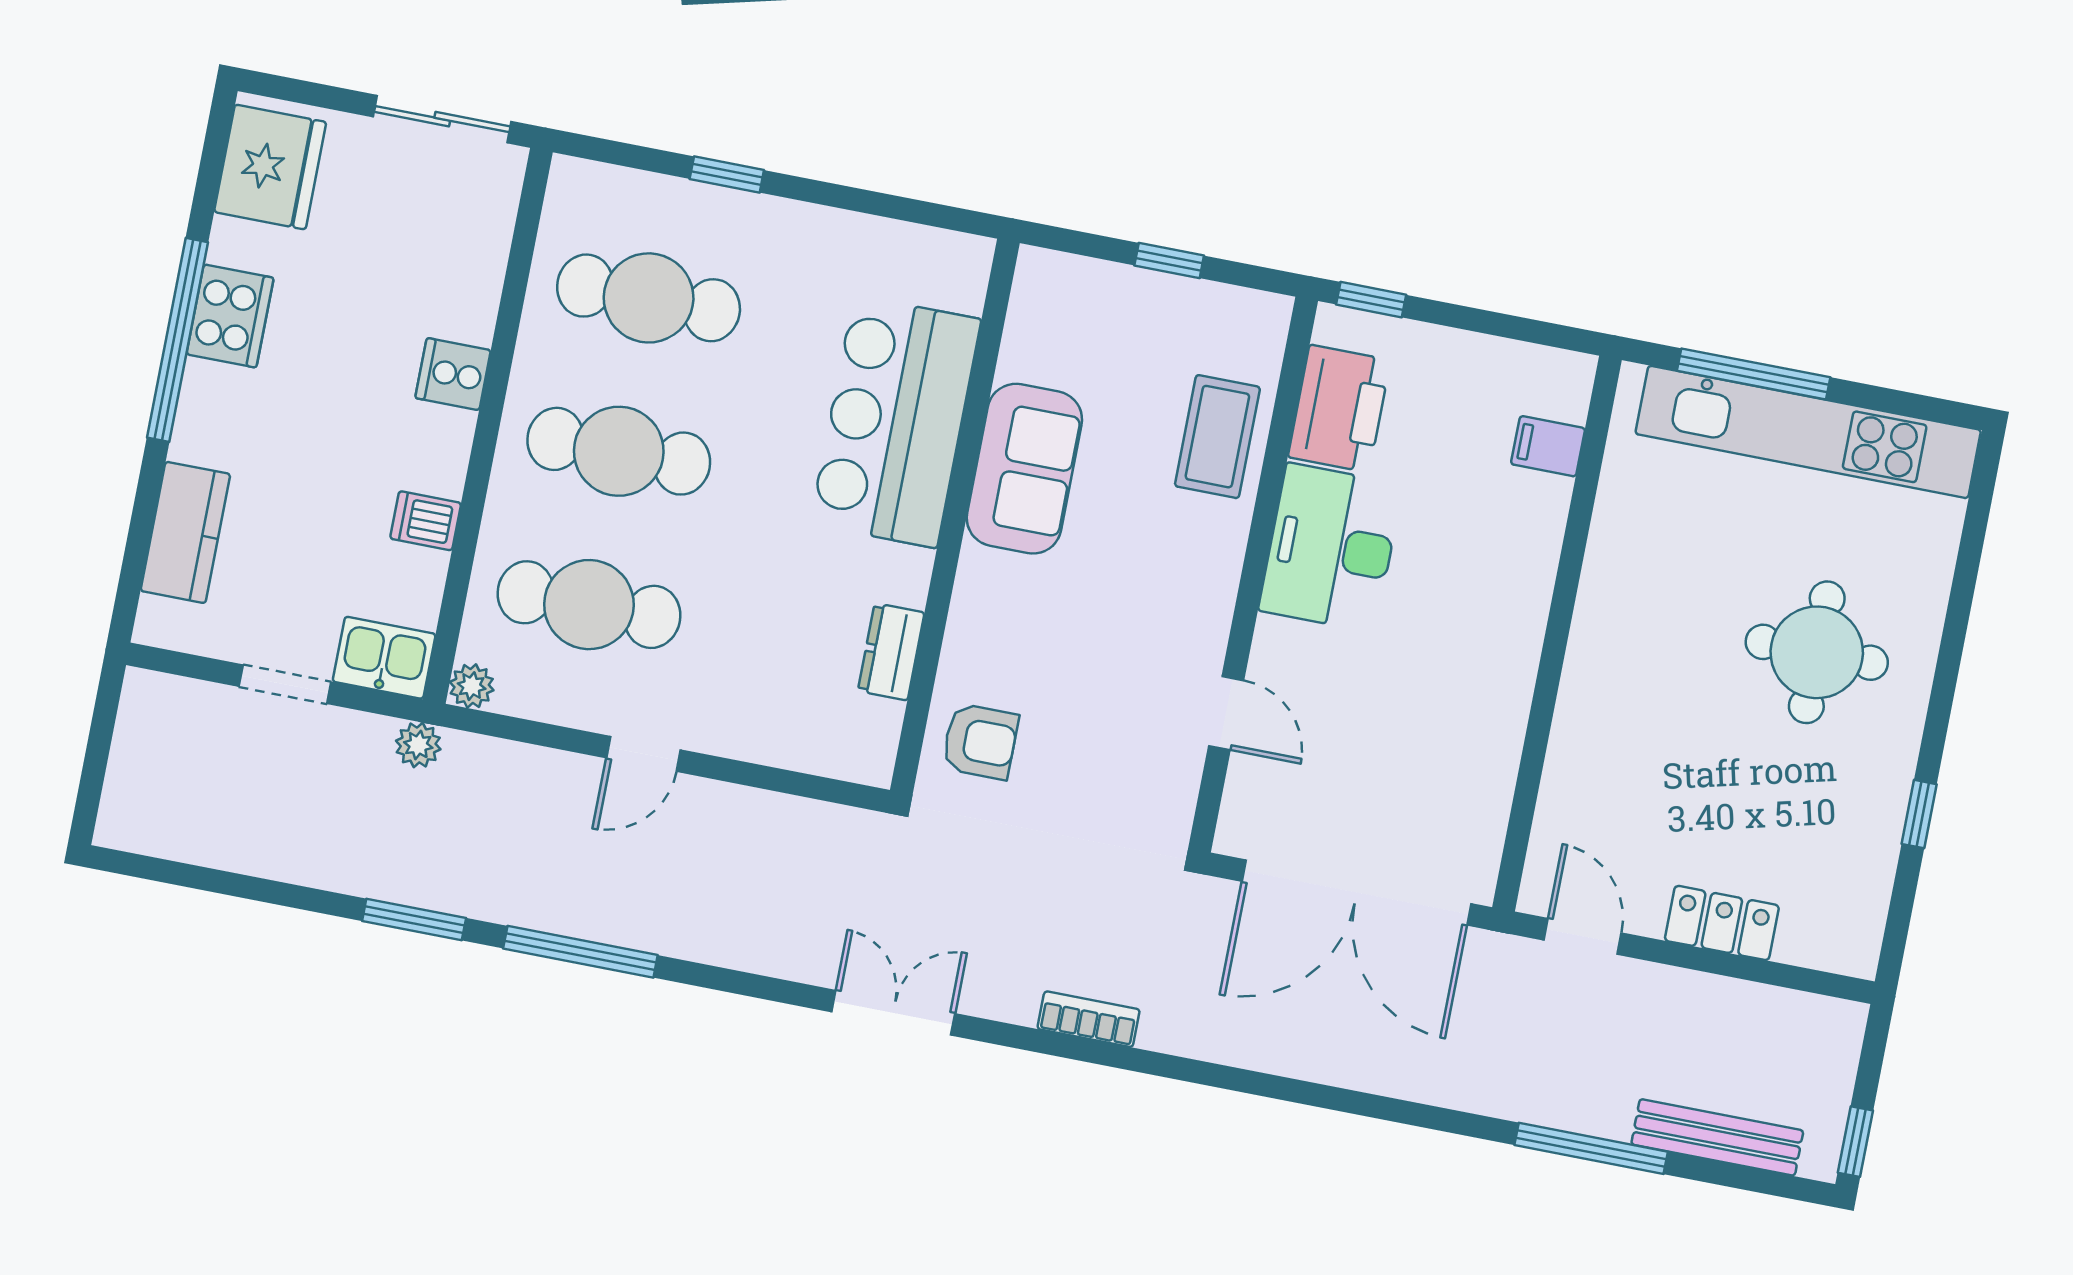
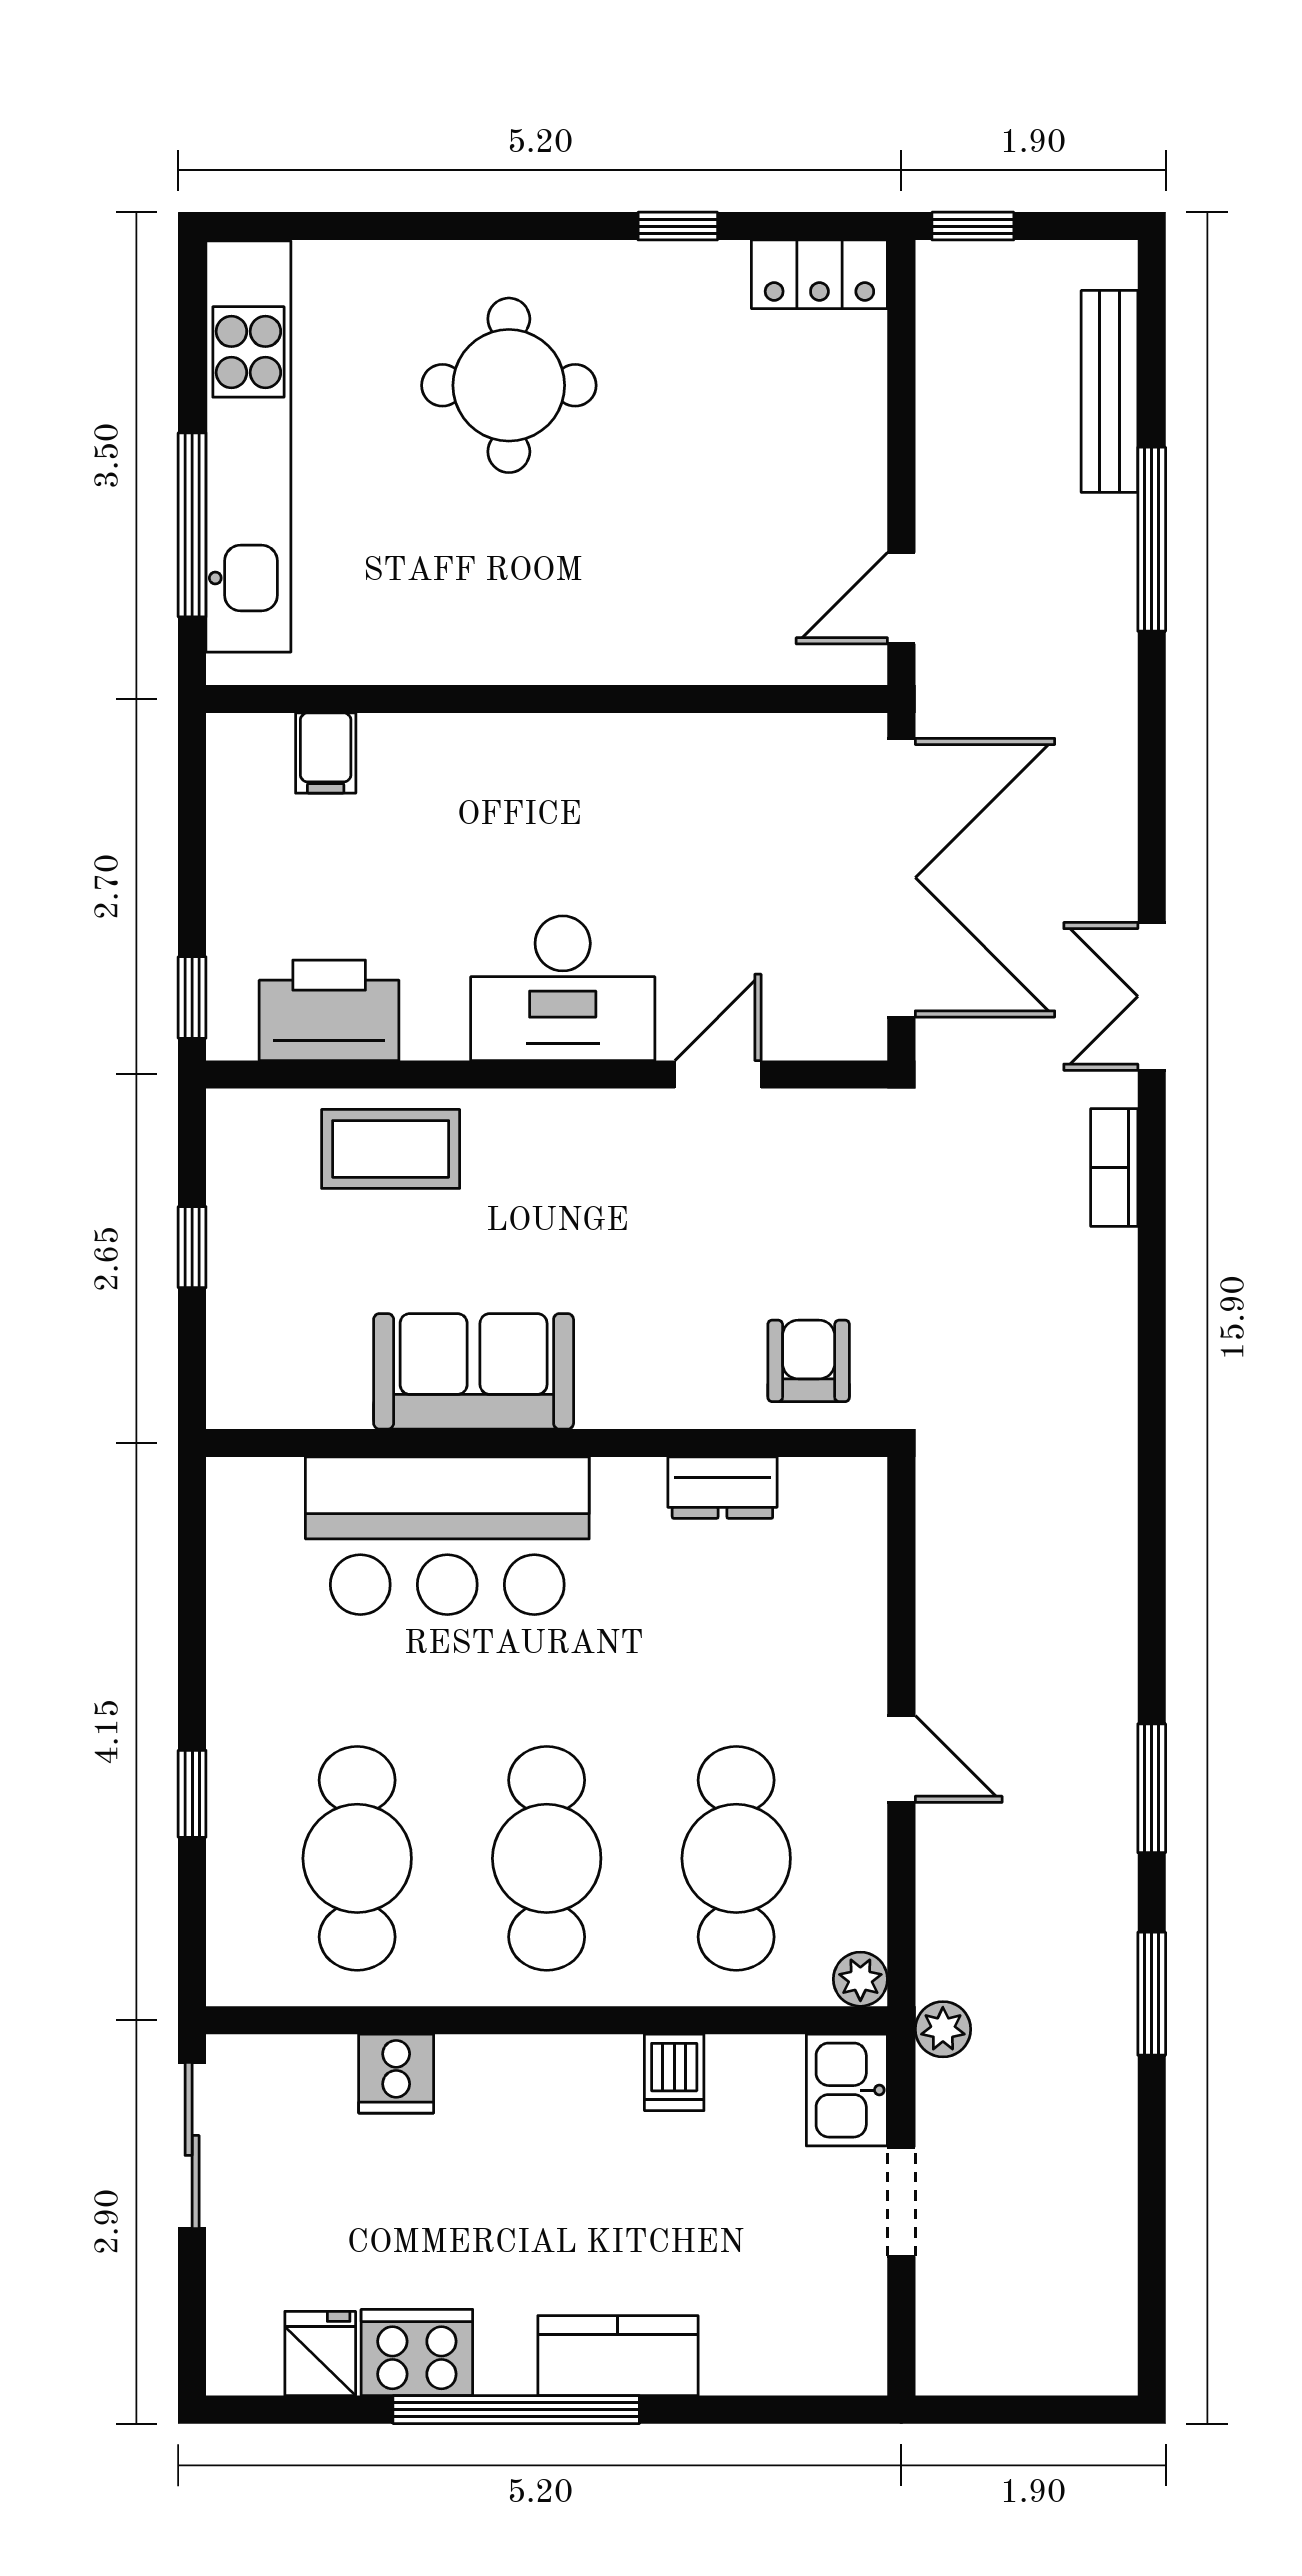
fridge: (270, 167) -> (320, 2354), width x0.53, depth x0.75
cooker: (230, 316) -> (417, 2353), moved
cooker: (453, 374) -> (396, 2074), moved
kitchen counter: (185, 532) -> (618, 2356), moved
desk: (1331, 548) -> (563, 988), moved
locker: (1722, 923) -> (819, 274), moved, turned -90
window: (580, 952) -> (1152, 1788), width x0.69
double door: (893, 1013) -> (1152, 996), moved
window: (1855, 1142) -> (973, 226), moved

